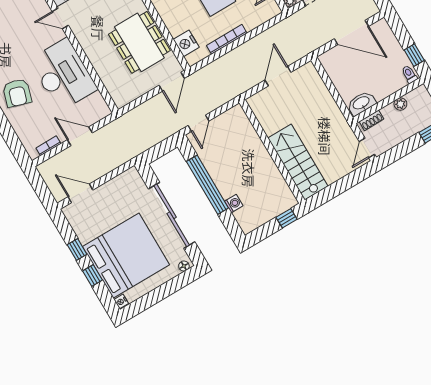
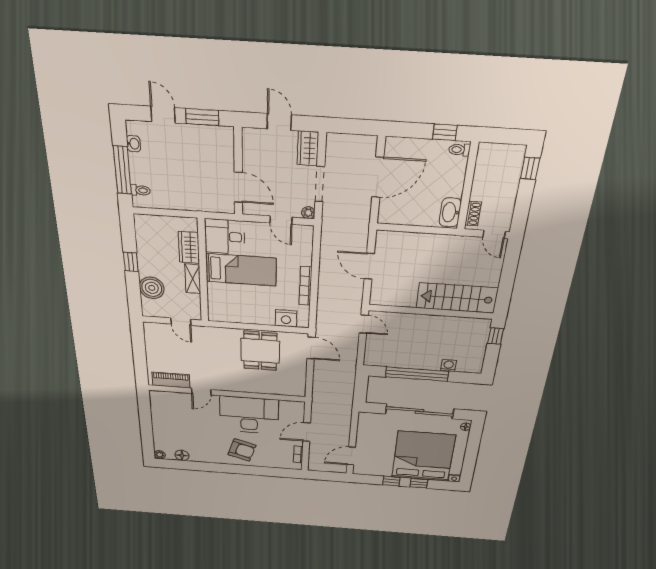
dining table: (139, 42) -> (260, 351), width x0.73
plant: (400, 104) -> (480, 177), removed
door: (198, 123) -> (364, 324), moved

